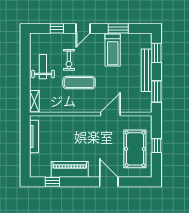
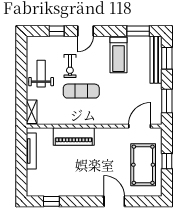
window: (118, 28) -> (138, 31), moved
bench: (147, 70) -> (156, 60), moved
door: (110, 114) -> (140, 126), moved
piano: (70, 169) -> (74, 136), moved, turned 180

